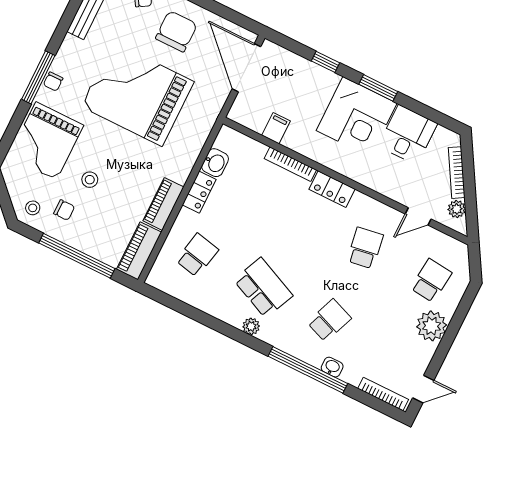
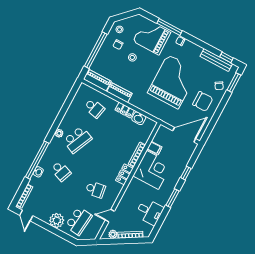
window: (38, 77) -> (170, 27), moved
corner desk: (357, 117) -> (152, 170), moved, turned 180
door: (418, 216) -> (110, 216), hinge flipped
school desk: (431, 281) -> (79, 221), width x1.85

